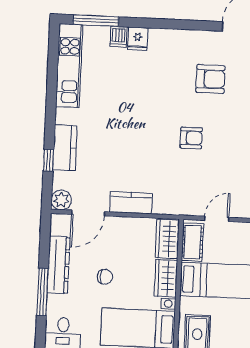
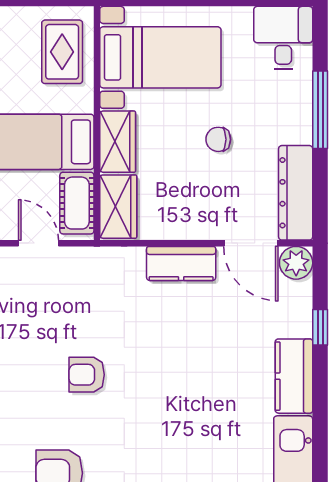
kitchen counter: (65, 148) -> (294, 376), moved
door: (88, 213) -> (251, 243), swing flipped
door: (217, 219) -> (38, 243), swing flipped
dresser: (59, 265) -> (296, 193), moved

